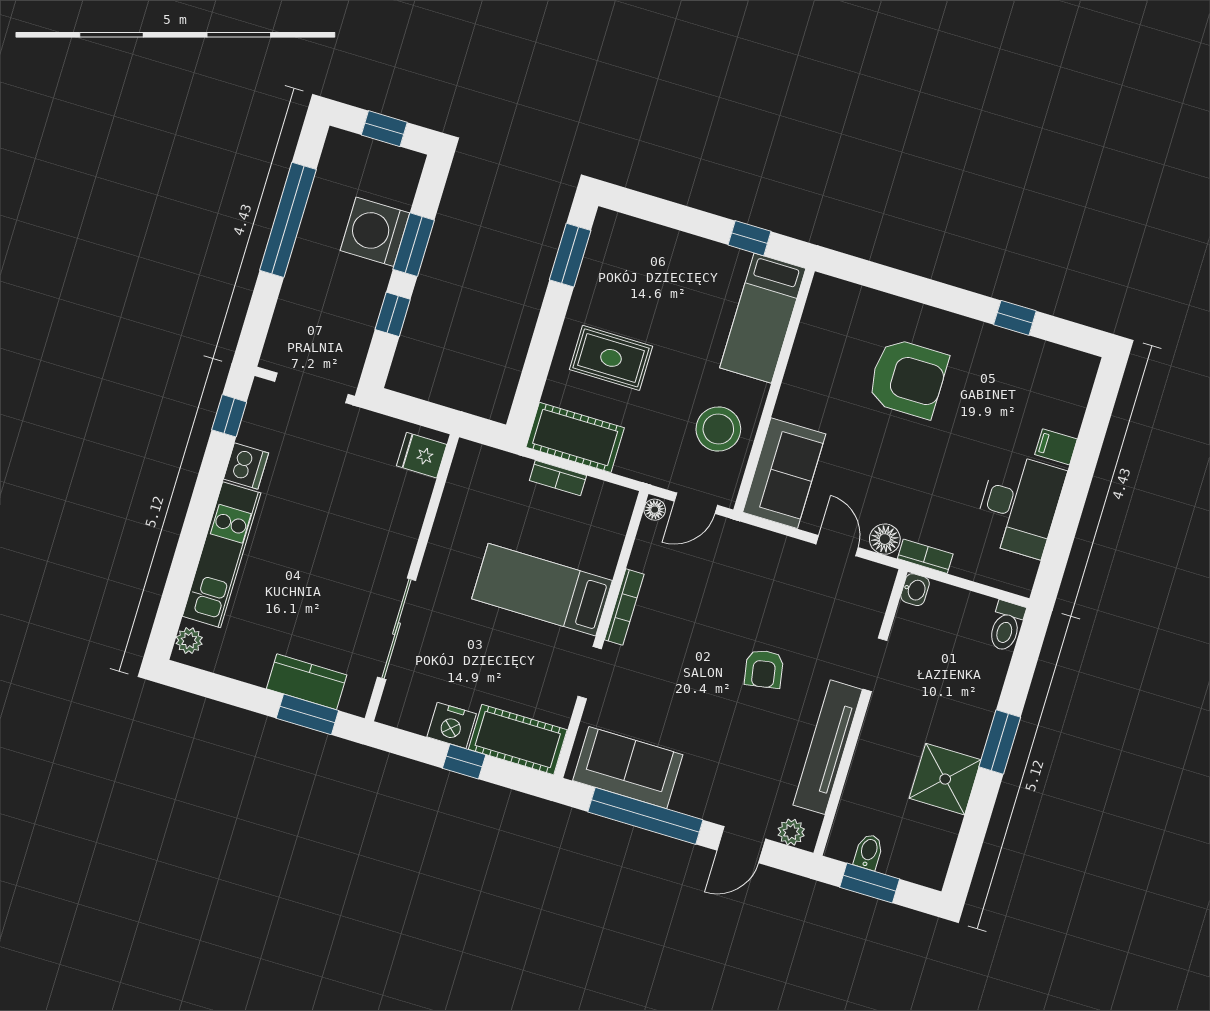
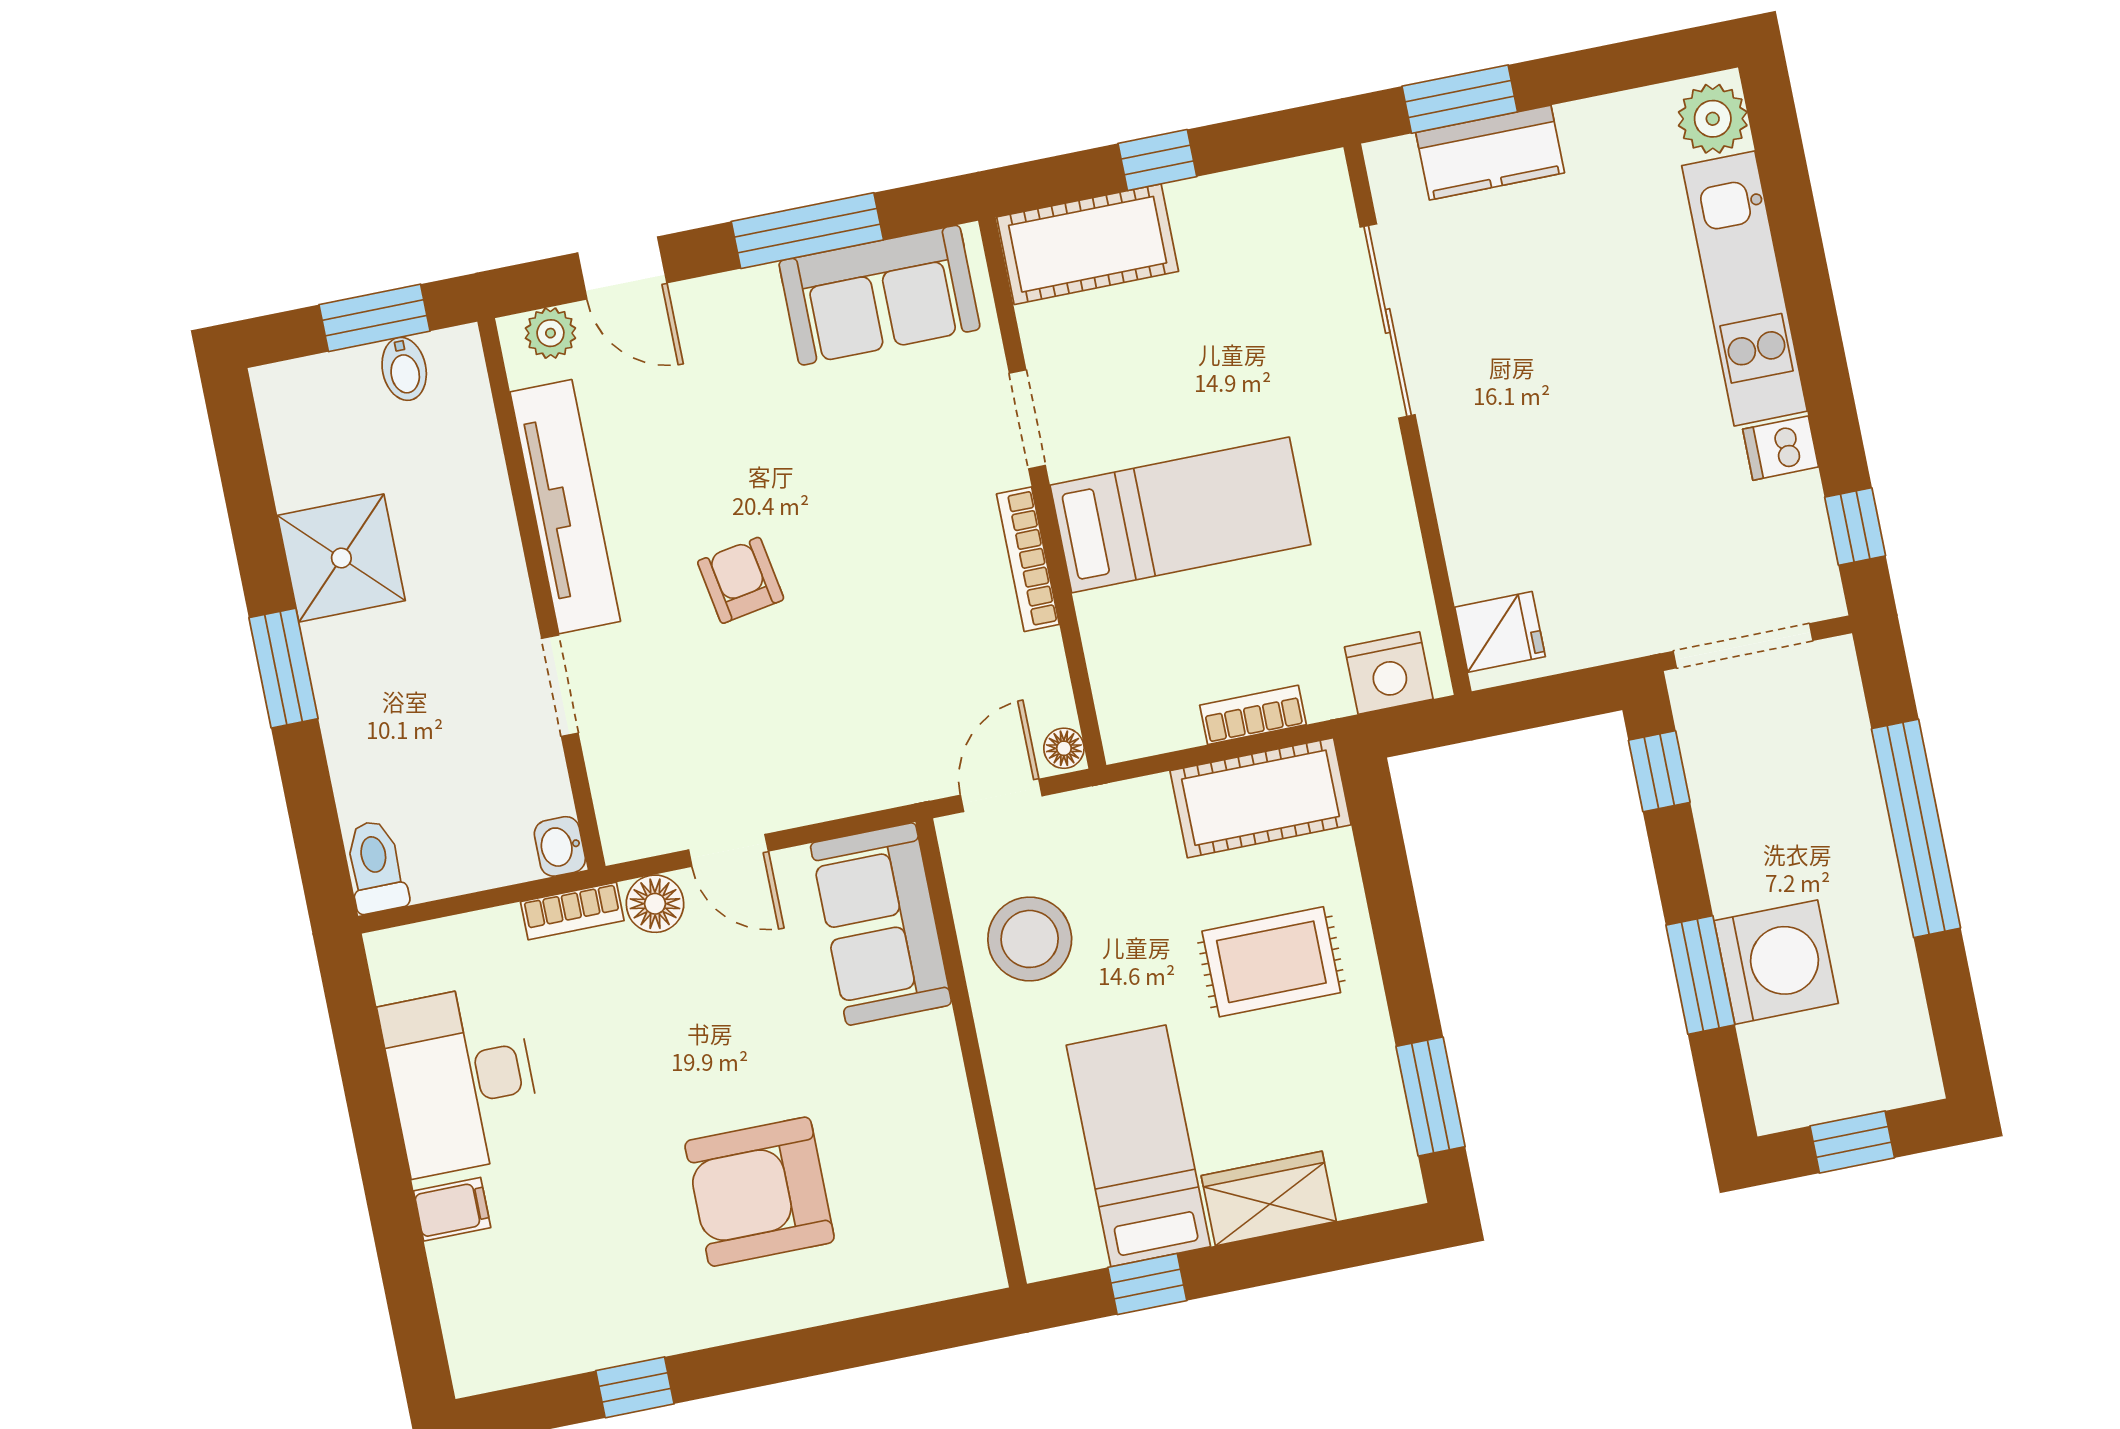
window: (288, 220) -> (1916, 828), moved
wardrobe: (671, 248) -> (1269, 1199), added
window: (393, 314) -> (1659, 771), moved
bed: (763, 318) -> (1138, 1146), moved
dishwasher: (246, 466) -> (1781, 448), width x0.73
plant: (189, 641) -> (1713, 119), width x1.38, depth x1.38
nightstand: (452, 725) -> (1389, 673), moved, turned 180
window: (645, 816) -> (807, 231), width x0.68
door: (741, 845) -> (622, 268), swing flipped

